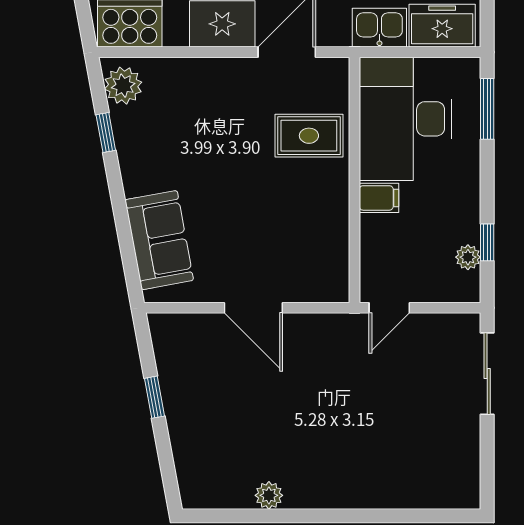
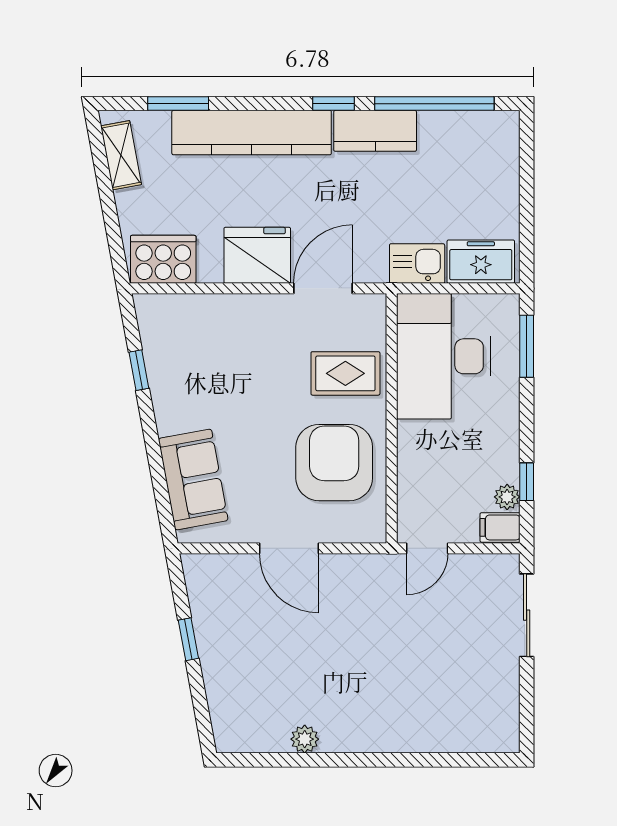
plant: (123, 86) -> (157, 322), removed
filing cabinet: (379, 198) -> (500, 527), moved, turned 180
armchair: (298, 223) -> (334, 463), added

